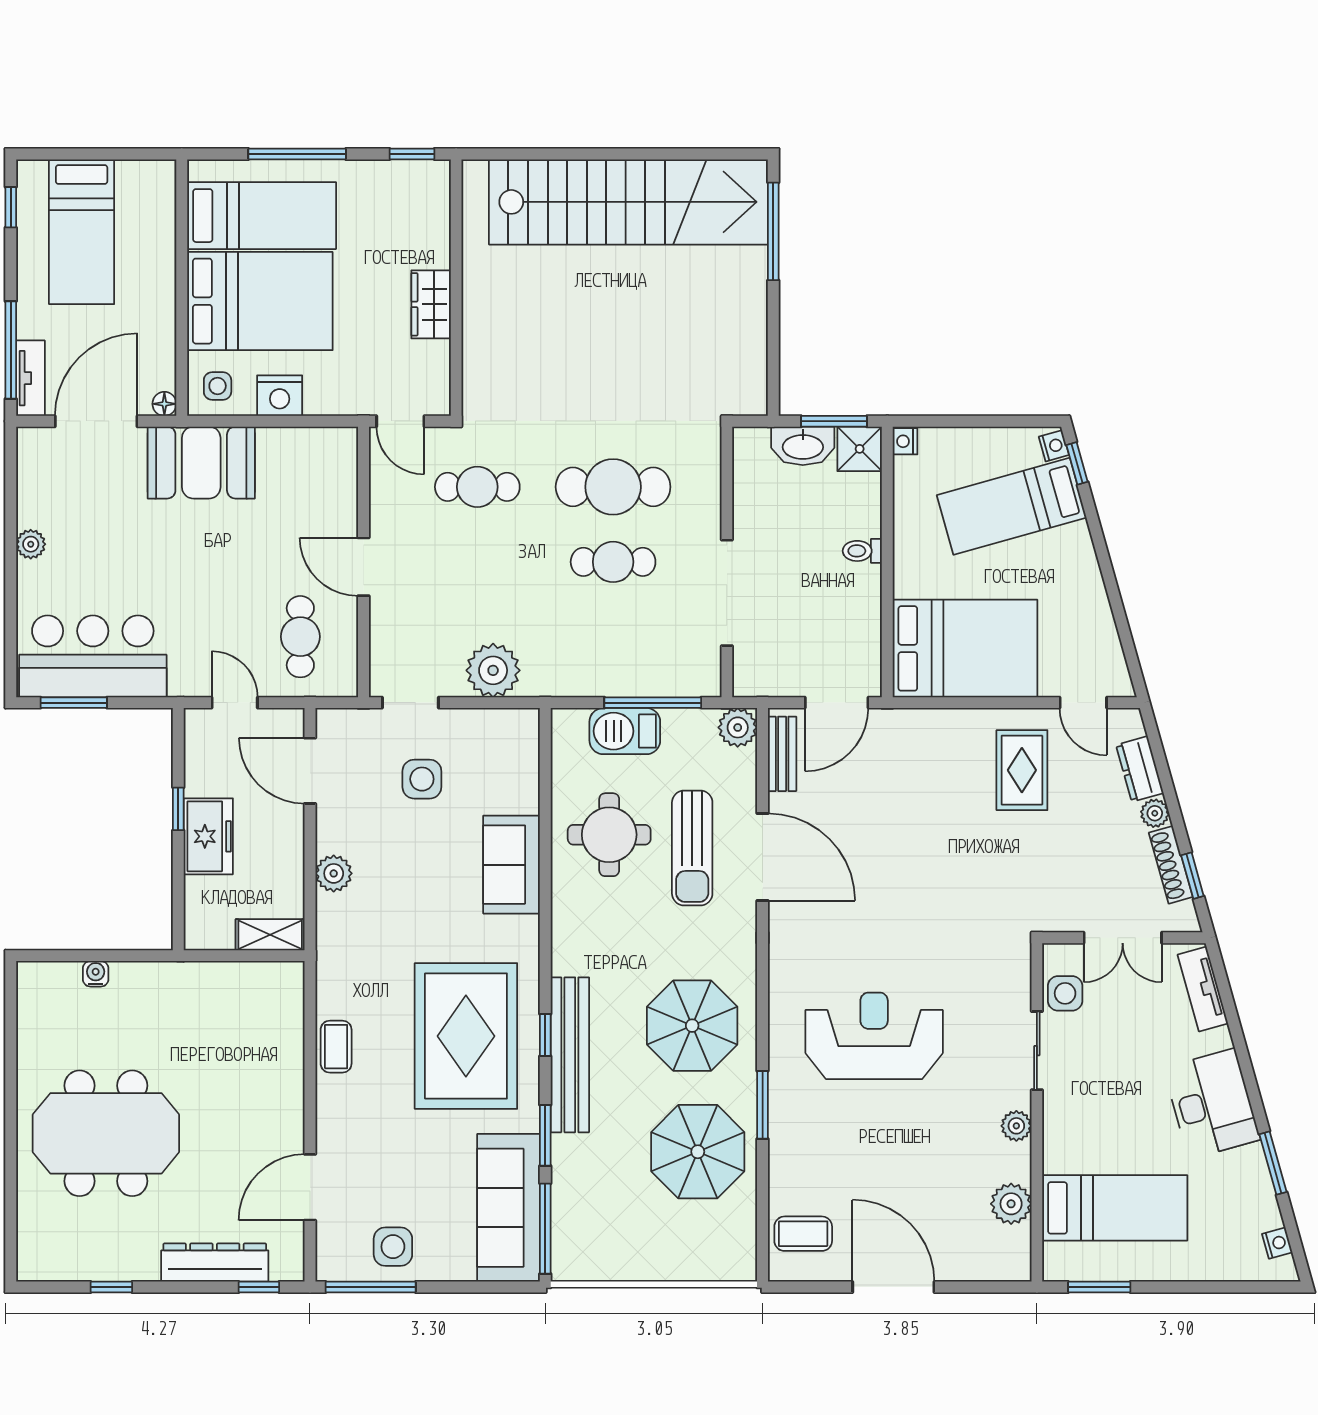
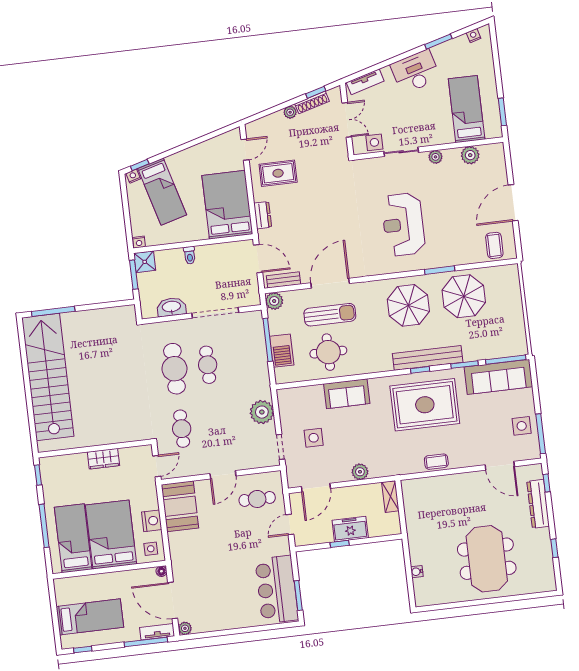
washbasin: (803, 446) -> (171, 307), moved, turned -90
booth: (201, 463) -> (180, 506), moved
plant: (31, 544) -> (185, 628), moved
dresser: (1140, 769) -> (263, 215), moved, turned -74

